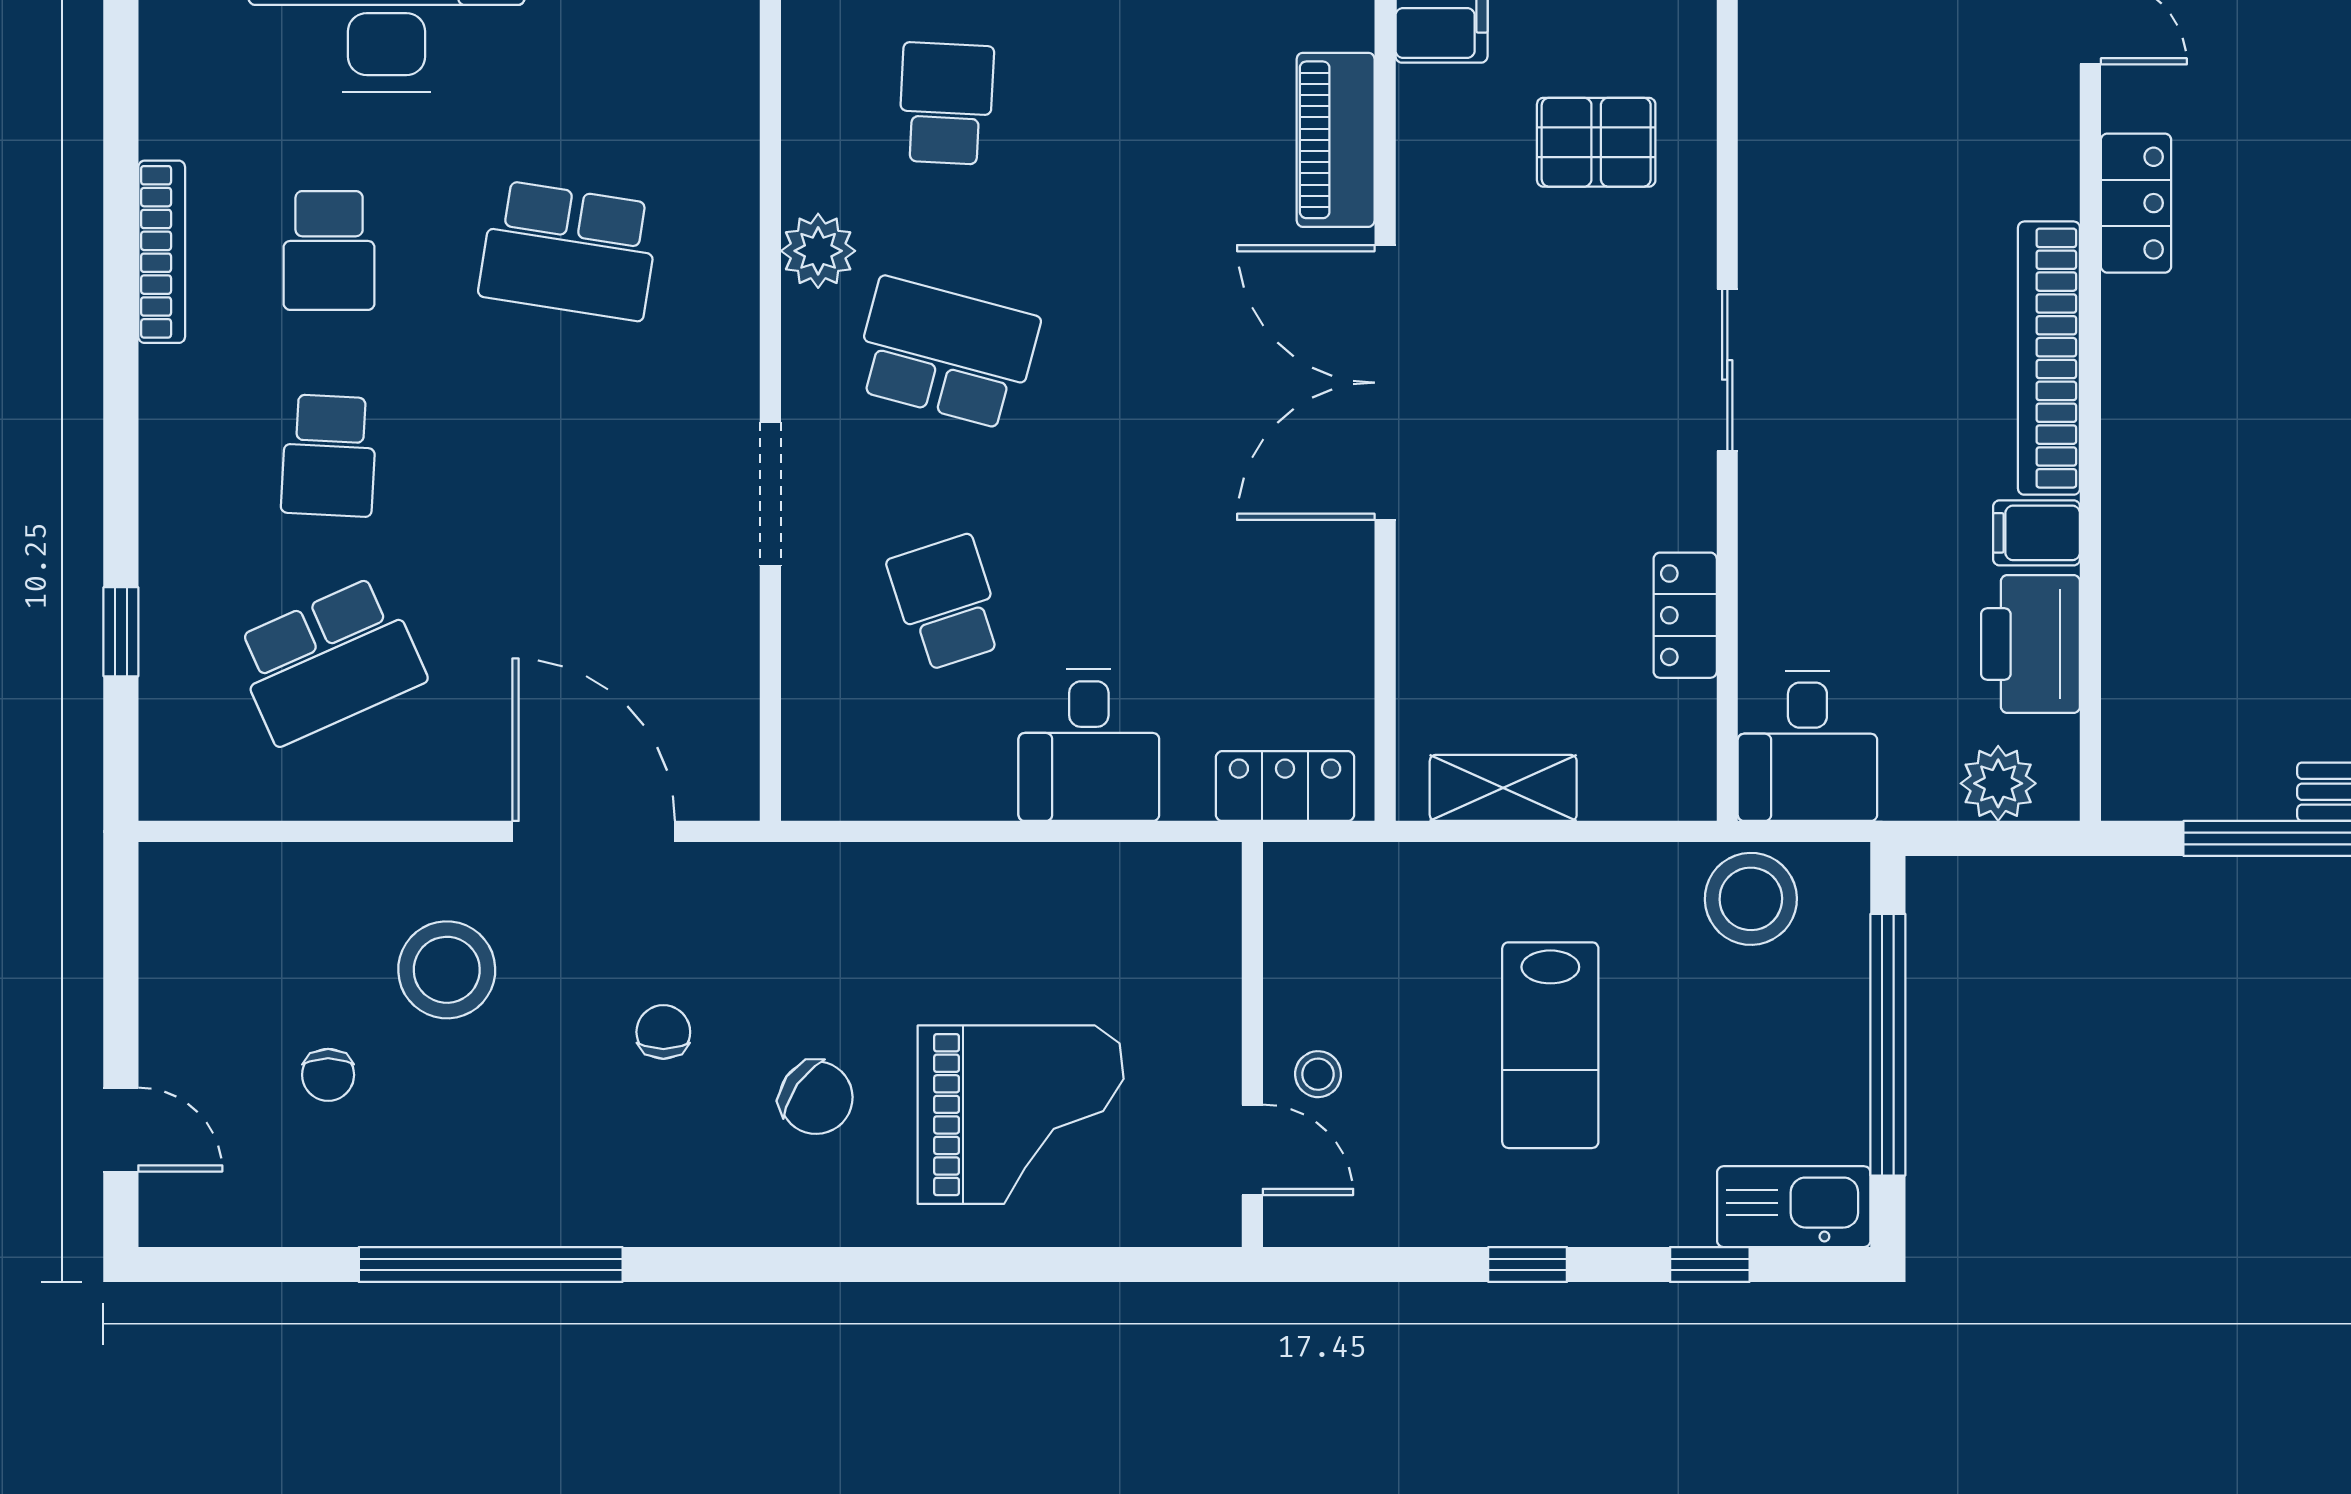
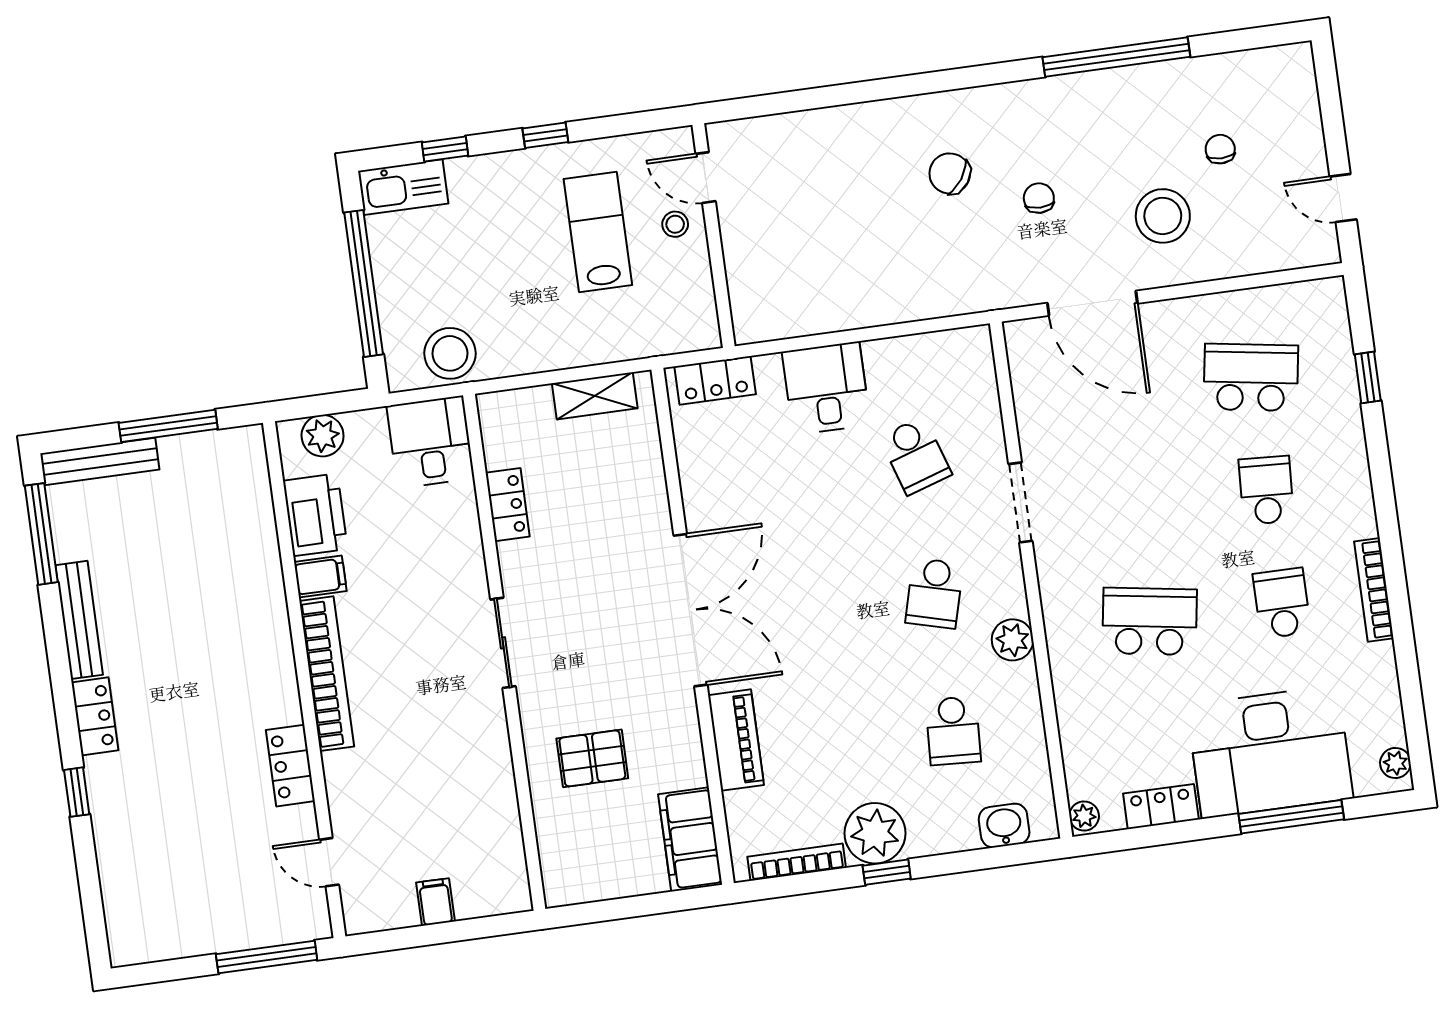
school desk: (946, 353) -> (934, 593), width x0.54
school desk: (329, 661) -> (1251, 377), turned 33
chair: (663, 1032) -> (1039, 198), turned 180
lab bench: (1550, 1045) -> (598, 232), moved
grand piano: (1021, 1115) -> (836, 180), removed
door: (121, 1130) -> (1343, 198), moved

